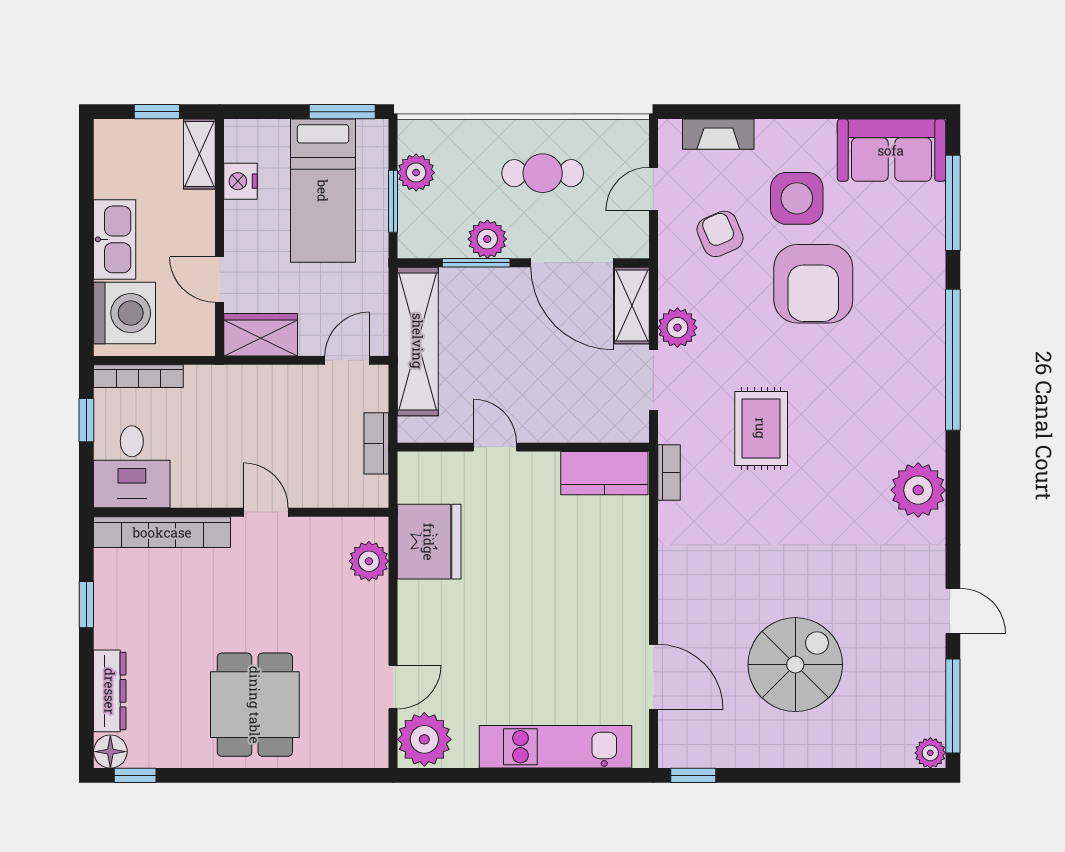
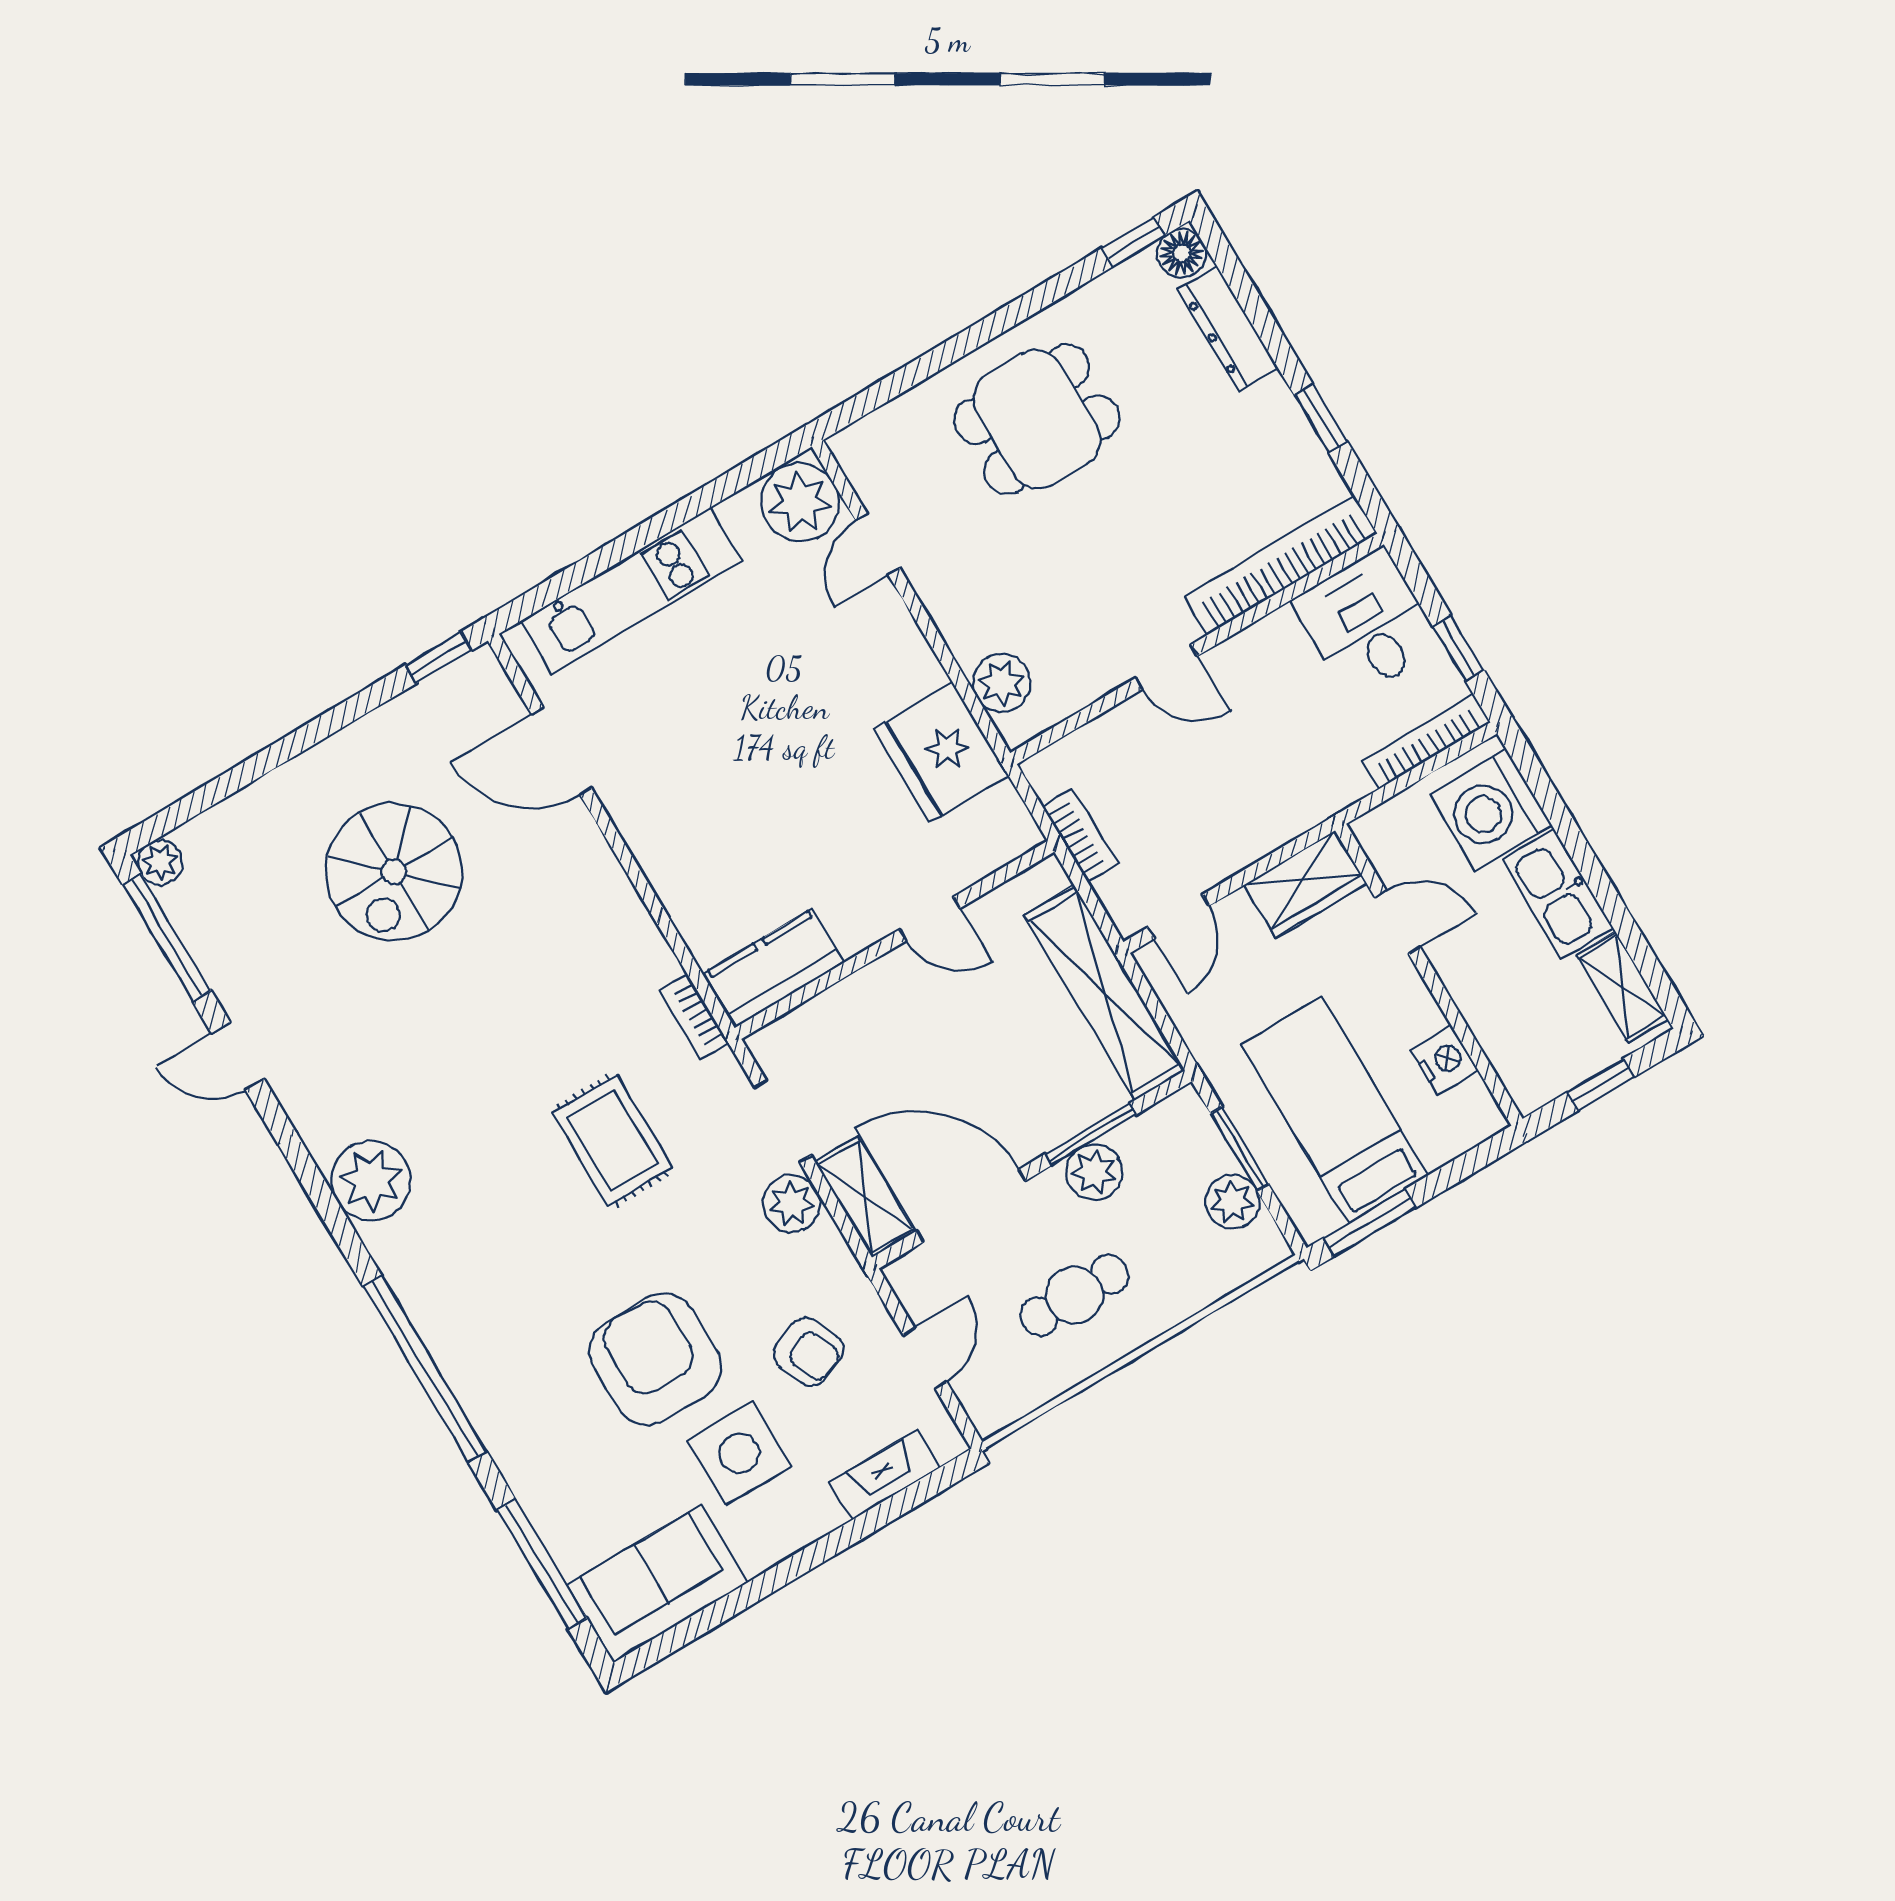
shelving: (199, 154) -> (1622, 987), moved
dining table: (255, 705) -> (1037, 419), turned 90

